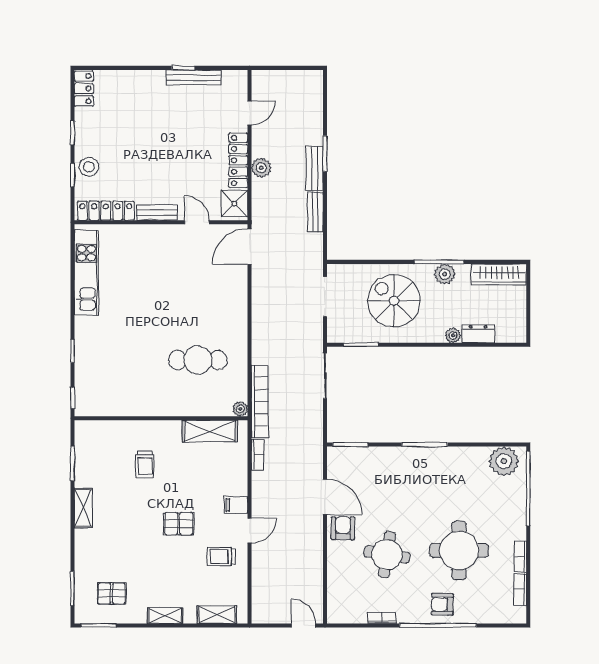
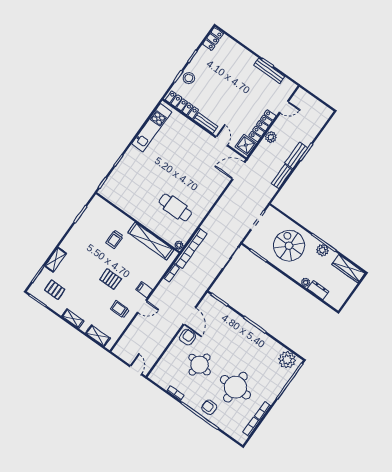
shelving: (210, 431) -> (151, 241), width x1.47
shelving: (83, 508) -> (56, 260), moved

